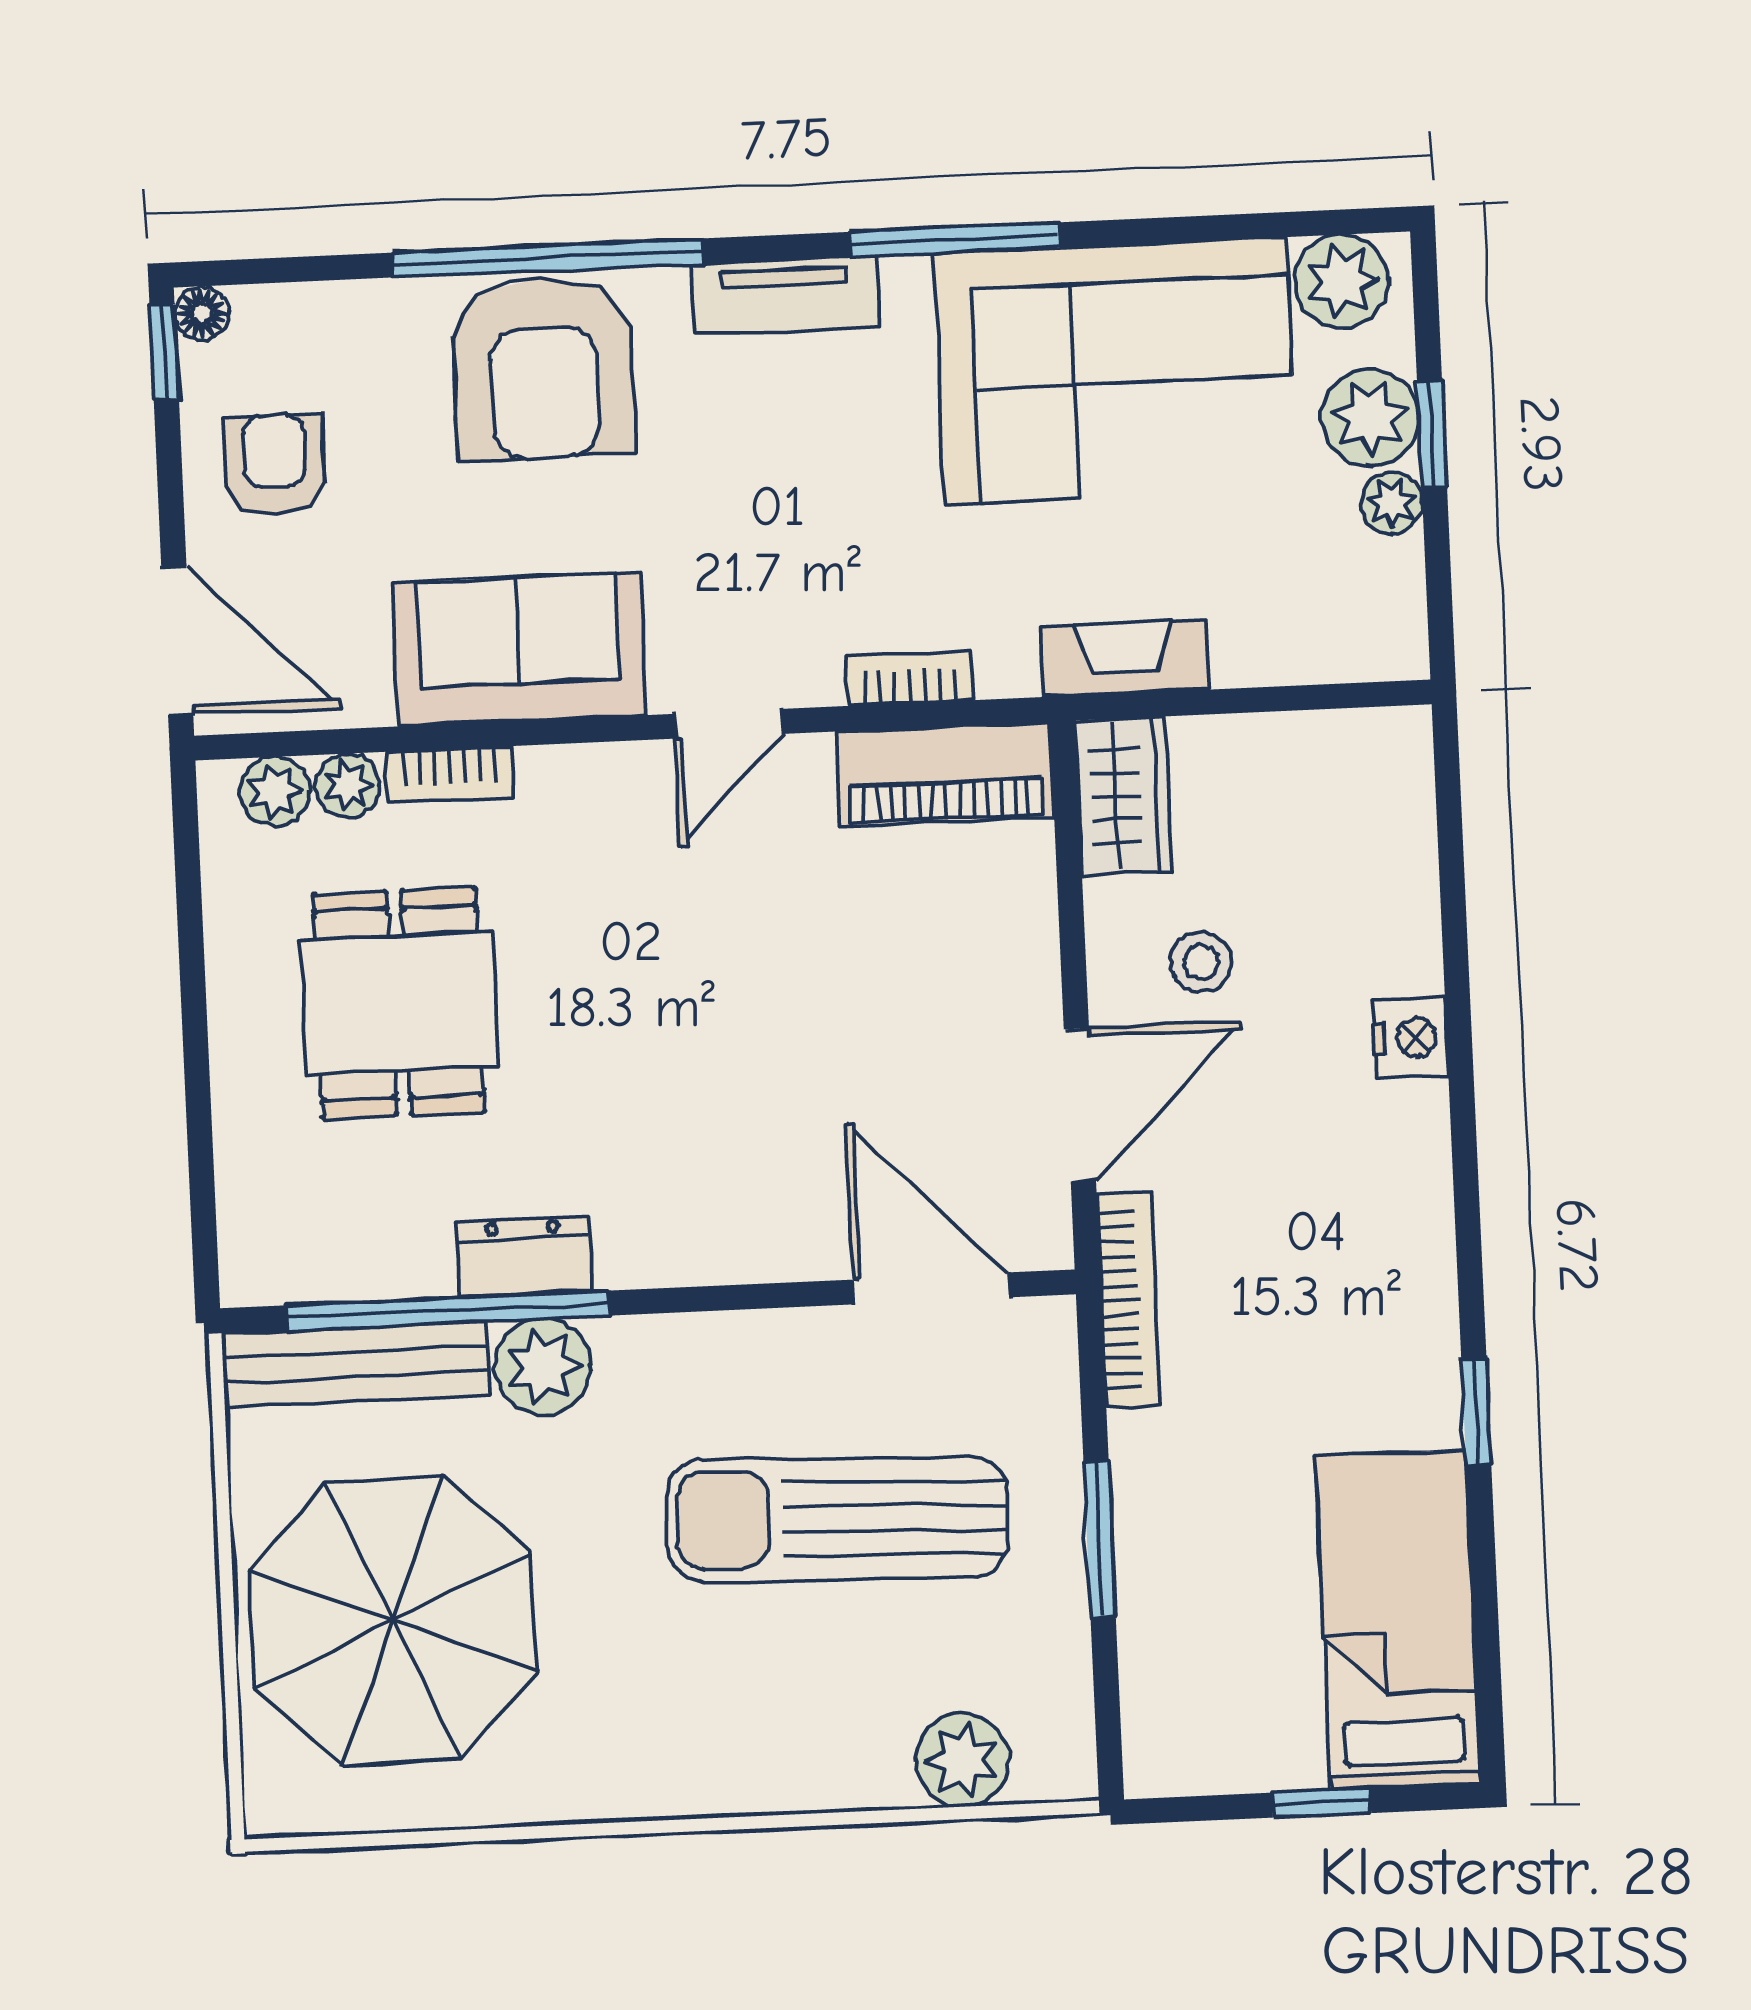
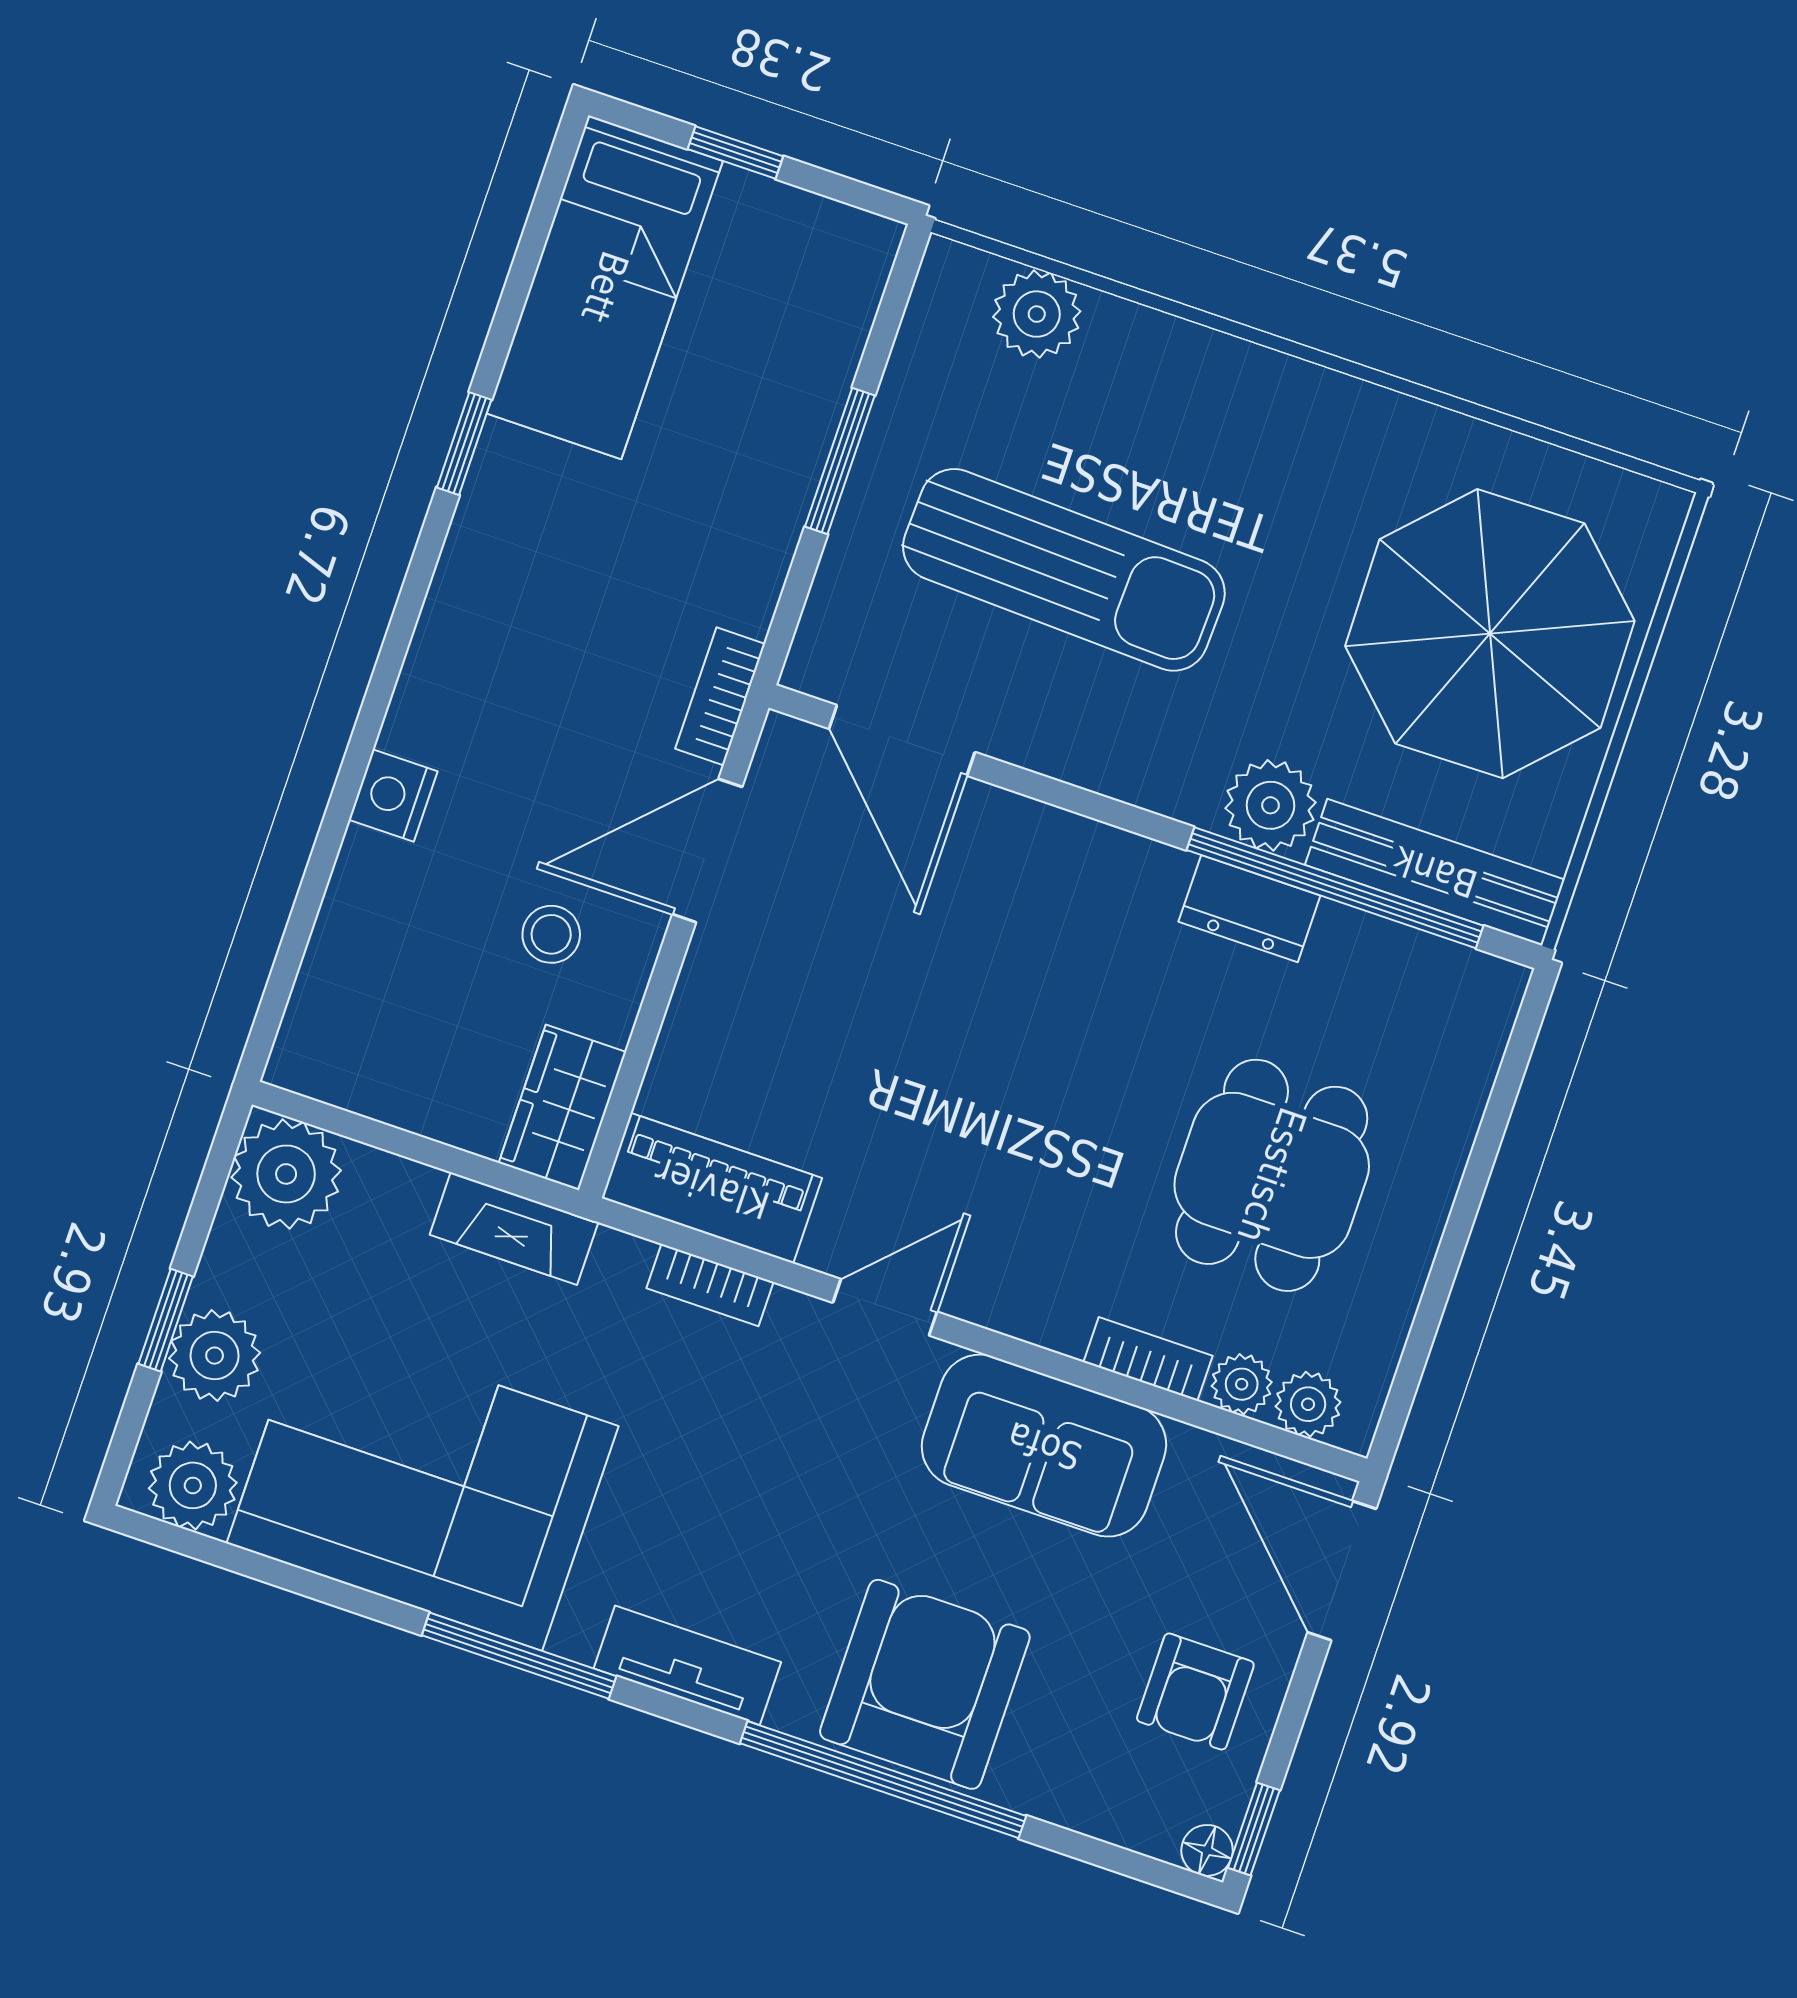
plant: (1392, 503) -> (286, 1174), moved, width x1.87, depth x1.87
bookcase: (1128, 1300) -> (720, 696), width x0.64

